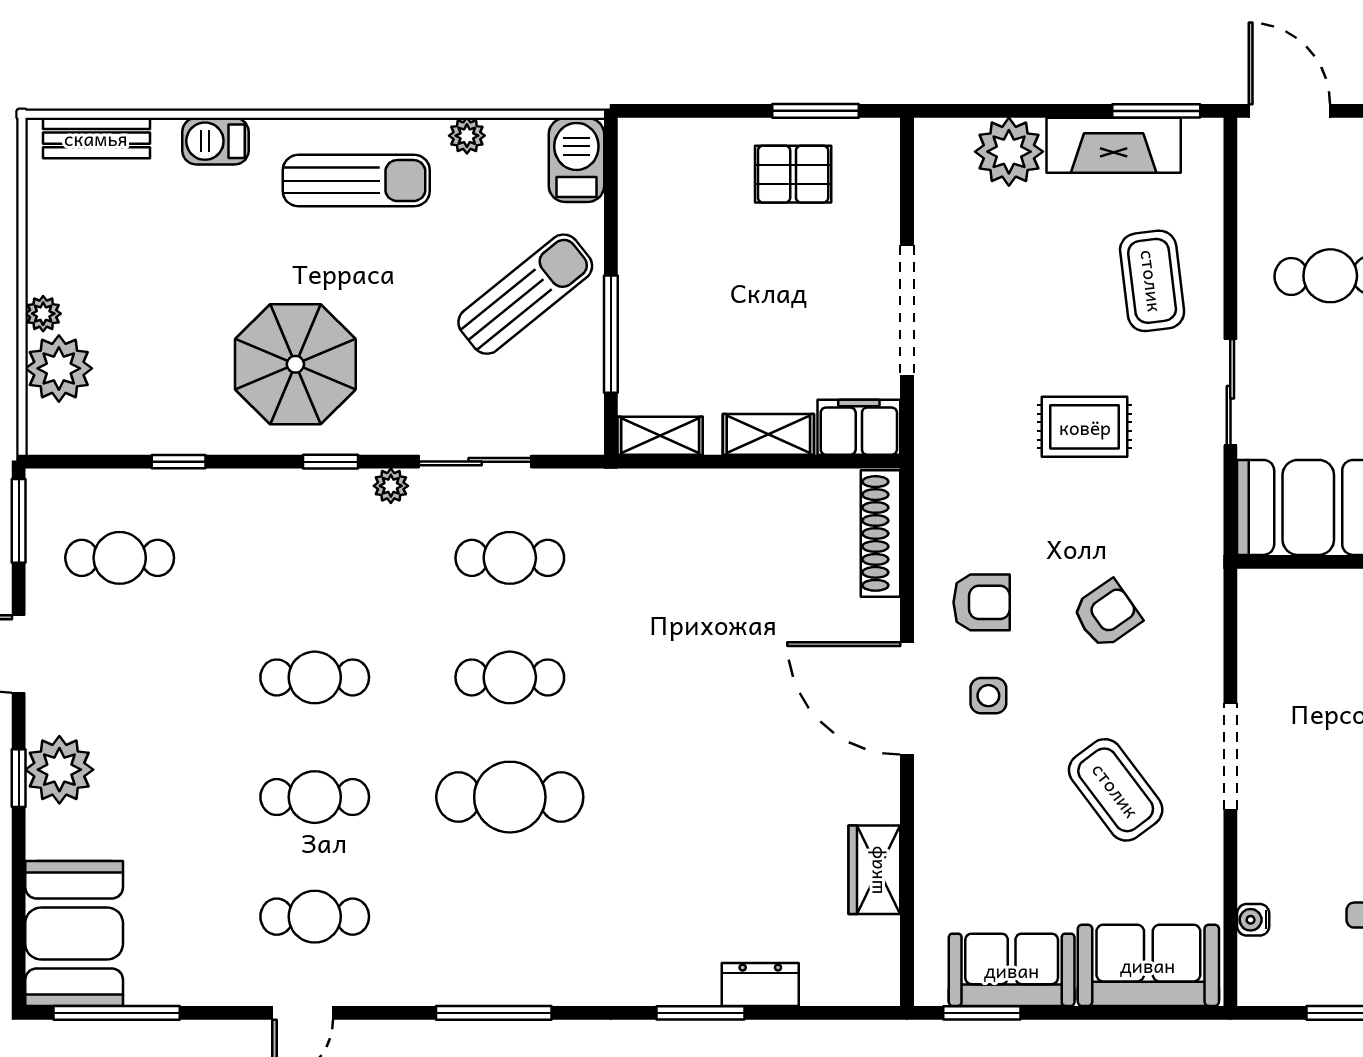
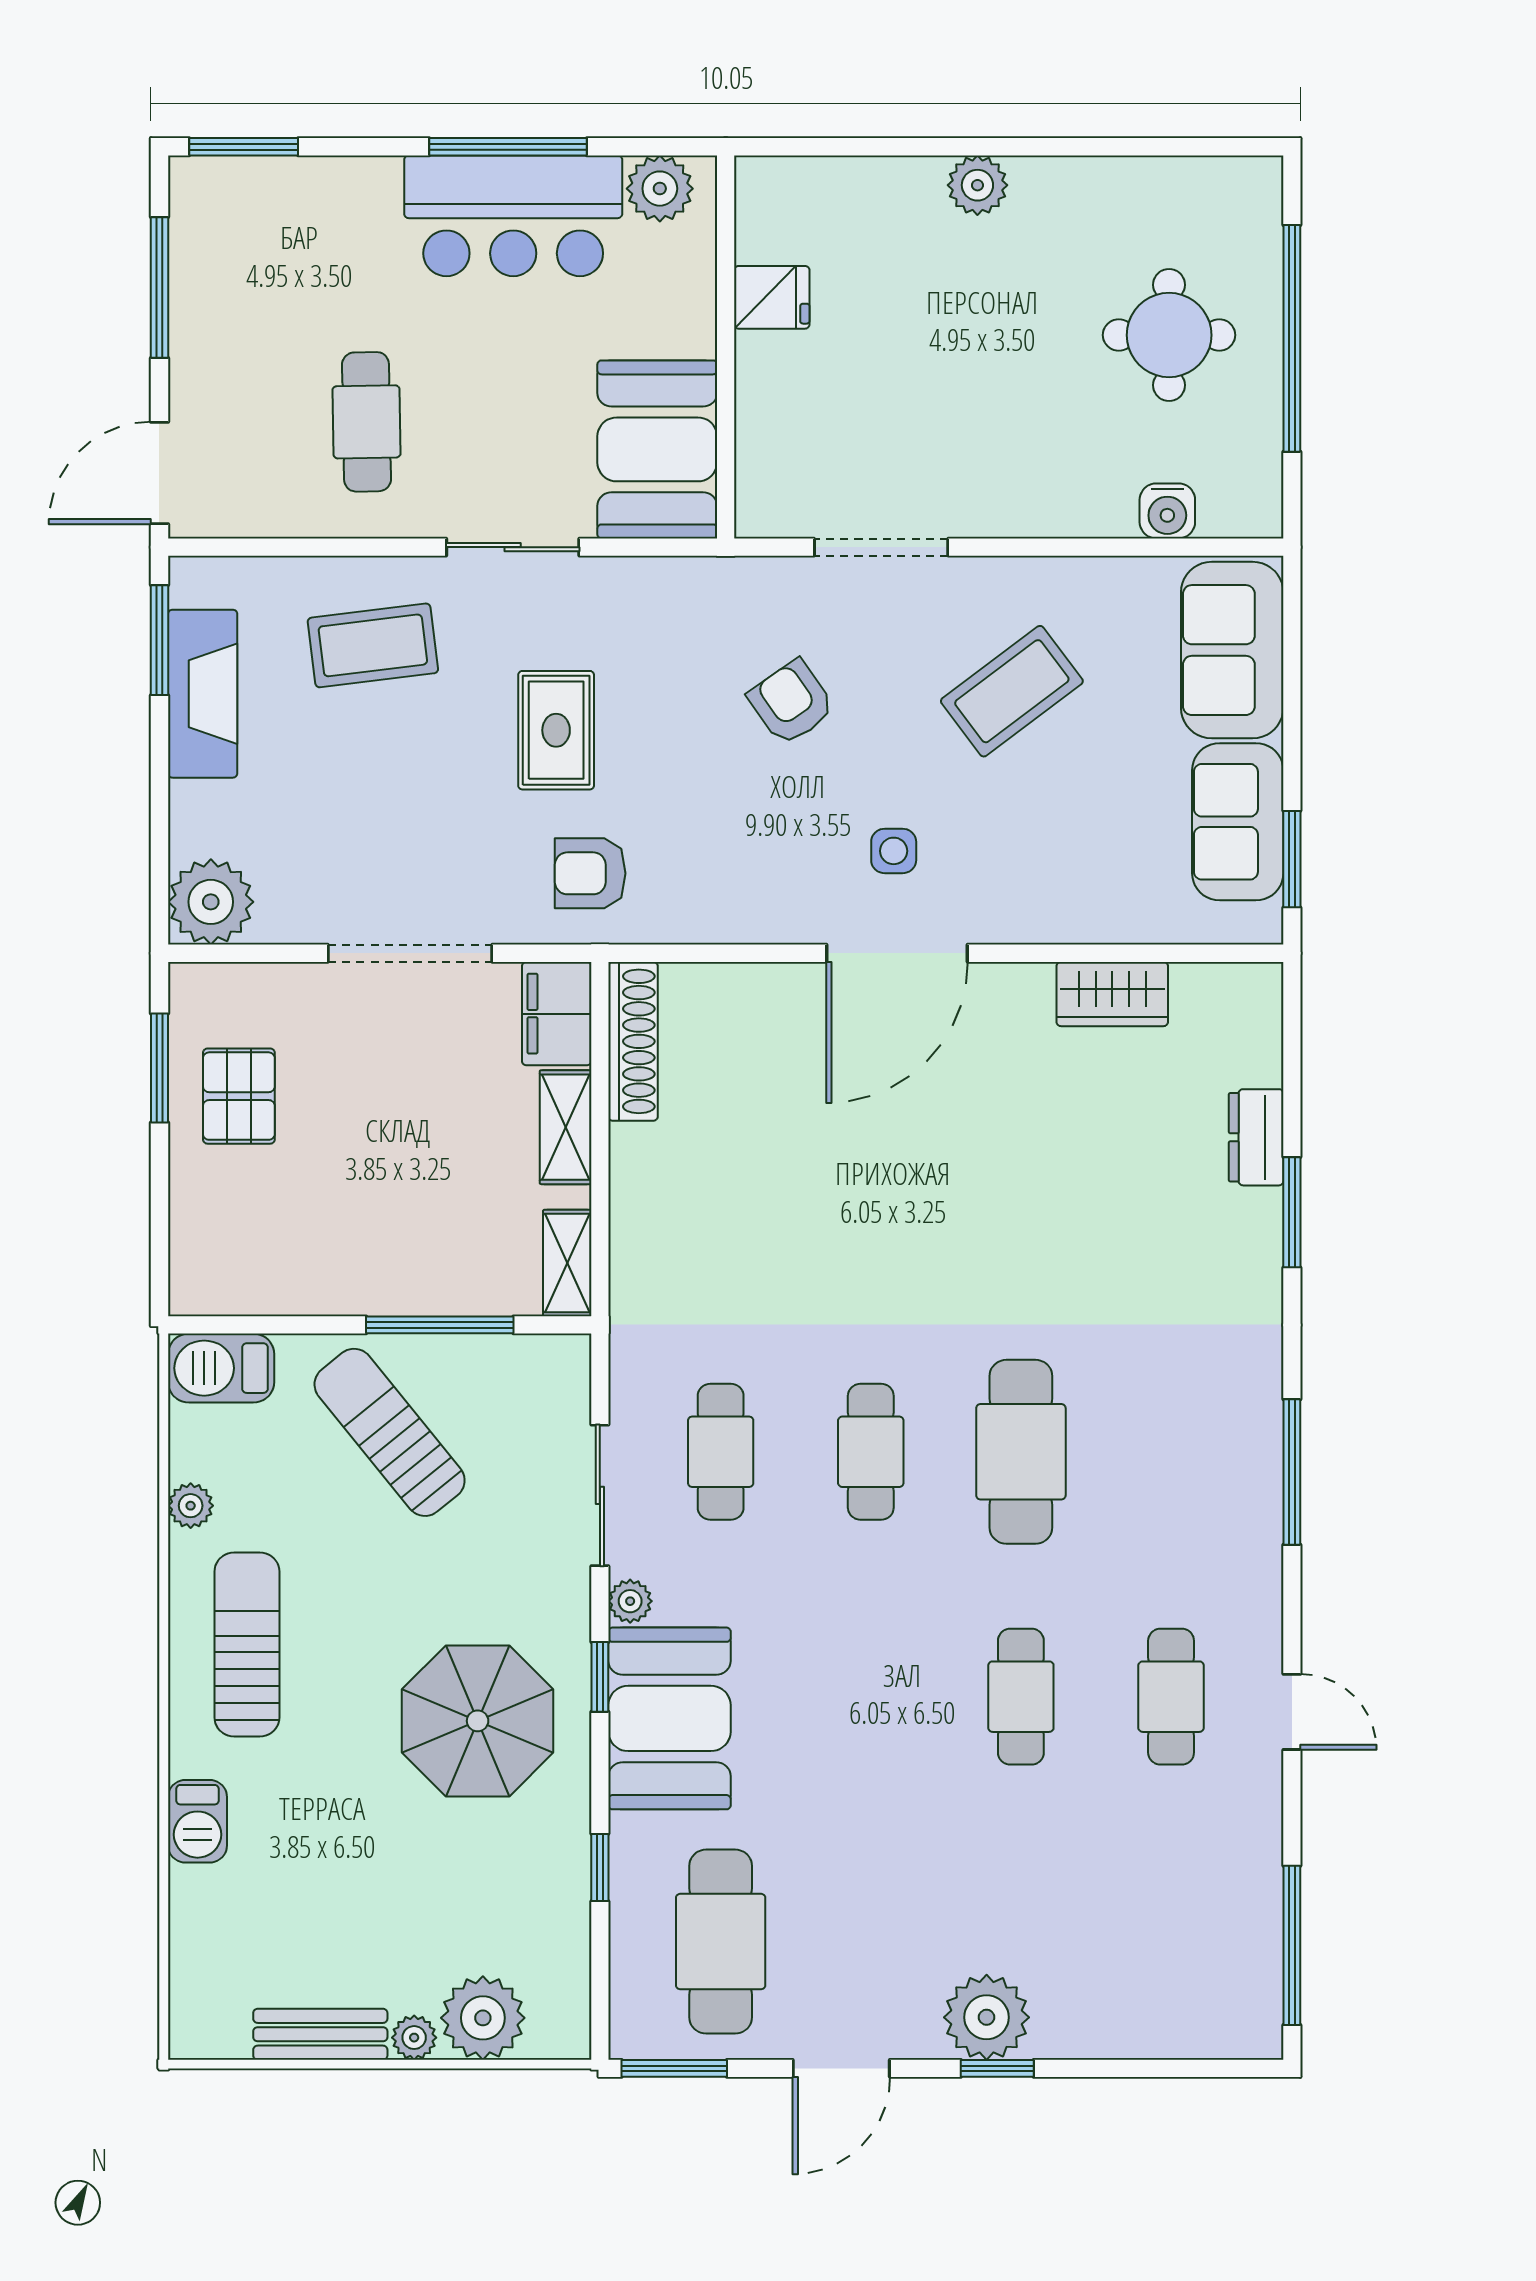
bench: (96, 138) -> (320, 2034), moved, turned 90
plant: (1009, 152) -> (211, 902), moved
shoe rack: (881, 533) -> (633, 1041), moved, turned -90
cafe table: (120, 558) -> (721, 1942), width x1.37, depth x1.35
armchair: (982, 602) -> (590, 873), moved, turned -90
cafe table: (315, 677) -> (871, 1697), removed
doorway: (1230, 756) -> (881, 547), moved
water cooler: (1253, 920) -> (1167, 511), width x1.38, depth x1.38
booth: (74, 934) -> (669, 1718), moved, turned 90

